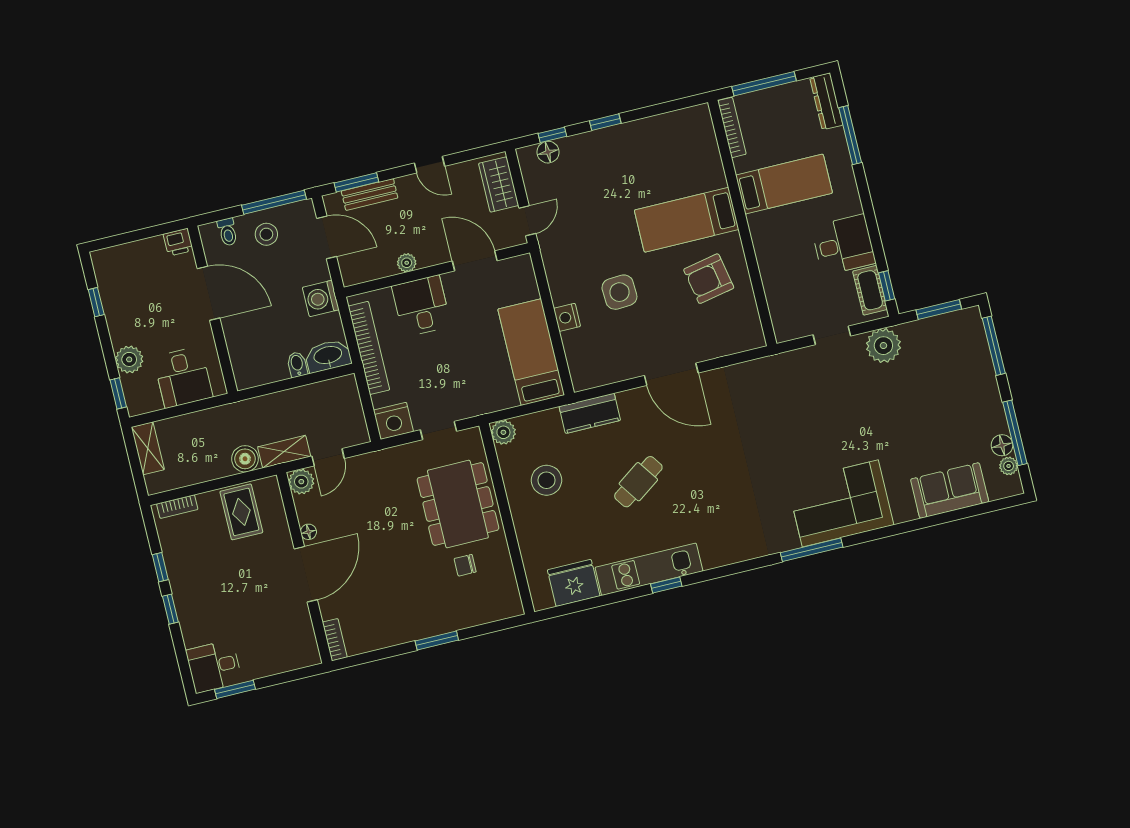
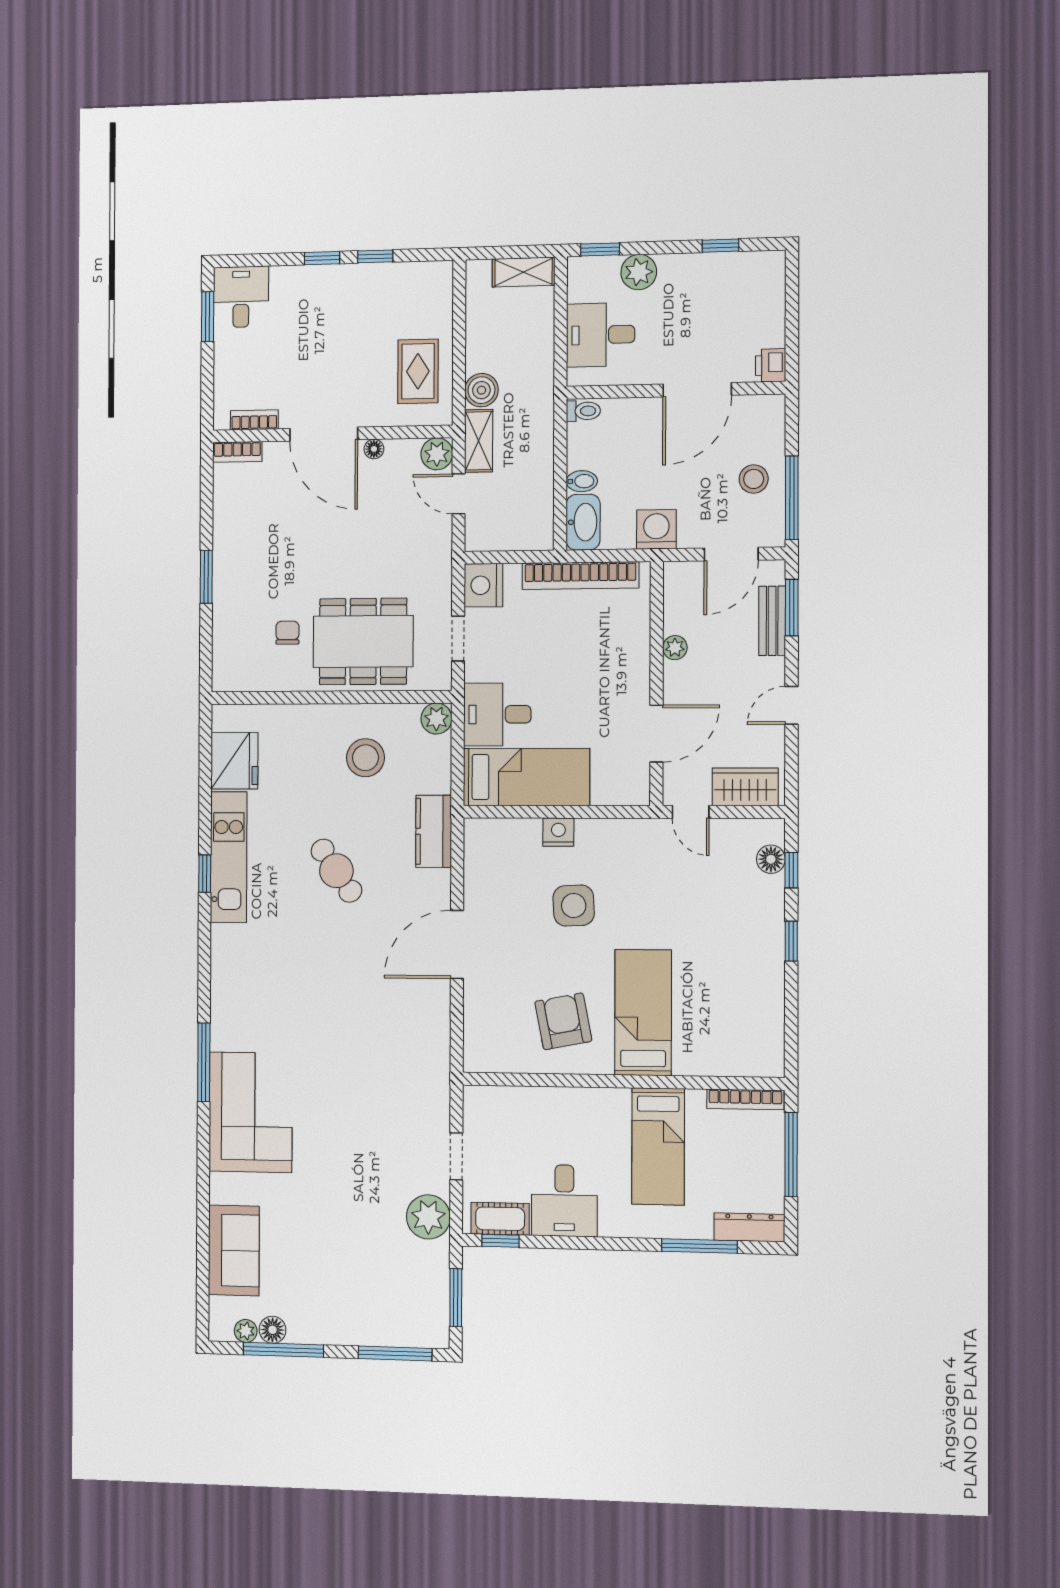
toilet: (228, 232) -> (583, 411), moved, turned 180
desk: (421, 306) -> (497, 714), moved, turned 180
bookcase: (177, 507) -> (254, 420), moved, turned 90
rug: (241, 512) -> (418, 371), turned 90

